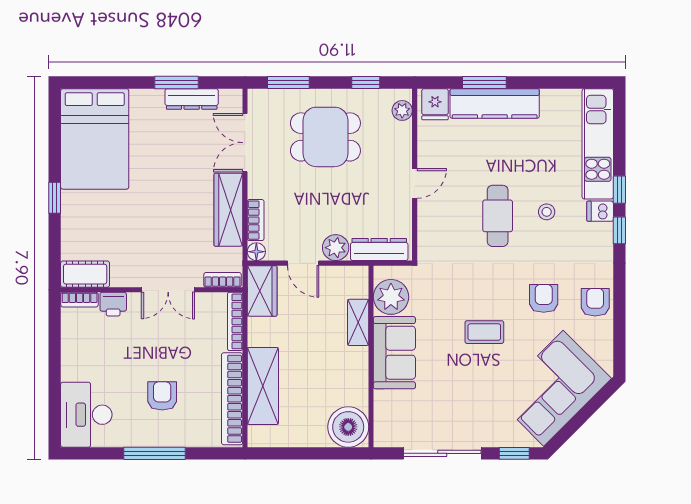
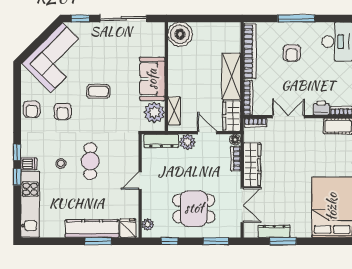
shelving: (358, 322) -> (174, 111), moved
shelving: (263, 386) -> (231, 76), moved

